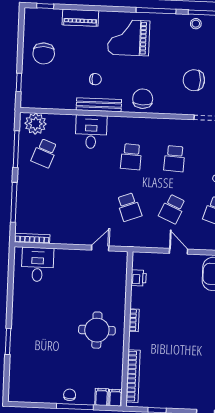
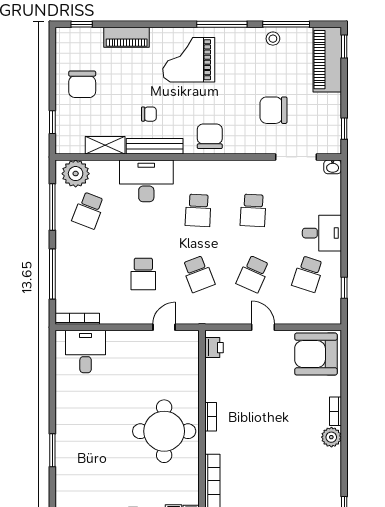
shelving: (60, 102) -> (105, 145), added
desk: (91, 132) -> (146, 181), width x1.37
school desk: (86, 205) -> (143, 274), added
printer: (139, 278) -> (214, 348), moved
round table: (97, 330) -> (164, 431), width x1.36, depth x1.36

